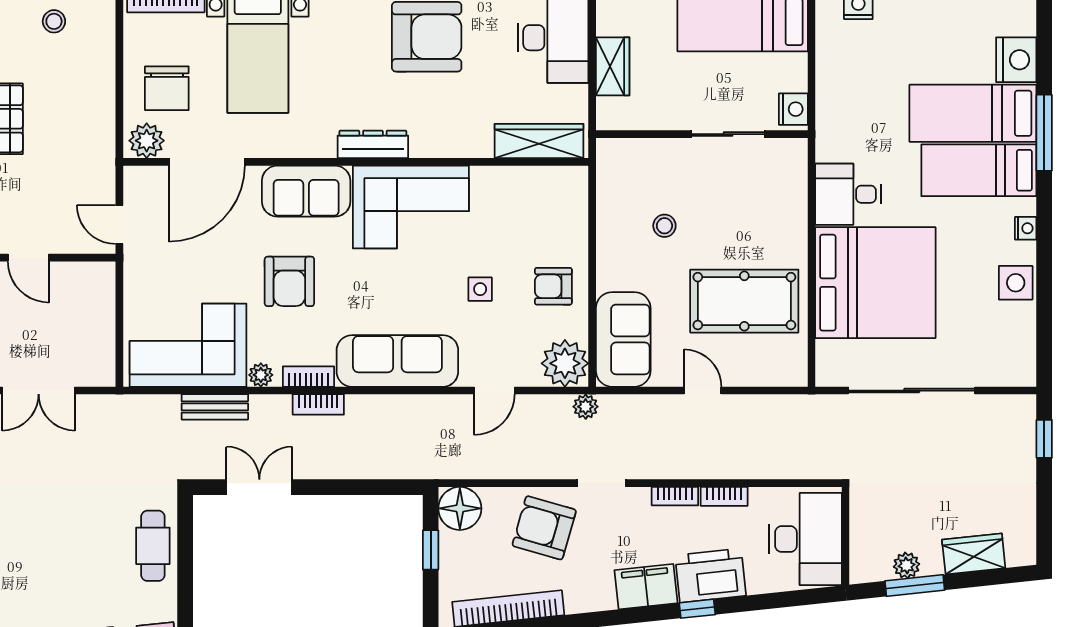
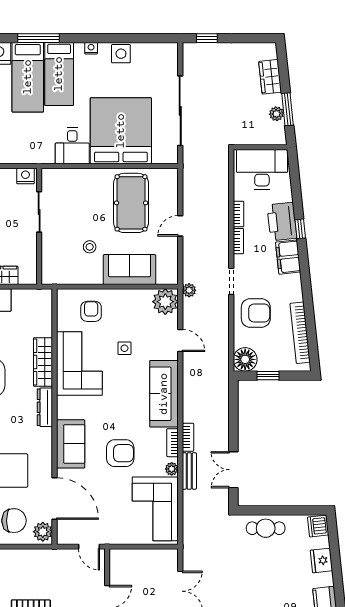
wardrobe: (539, 141) -> (43, 362), moved
corner sofa: (411, 207) -> (79, 364), moved
door: (119, 225) -> (89, 547), hinge flipped
armchair: (553, 286) -> (91, 311), moved, turned 180
sofa: (623, 339) -> (129, 270), moved
bench: (215, 407) -> (189, 471), moved
armchair: (544, 528) -> (256, 313), turned -106

